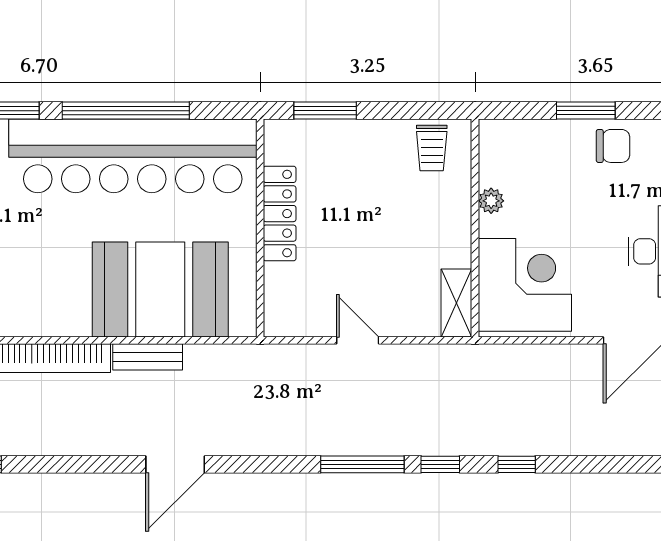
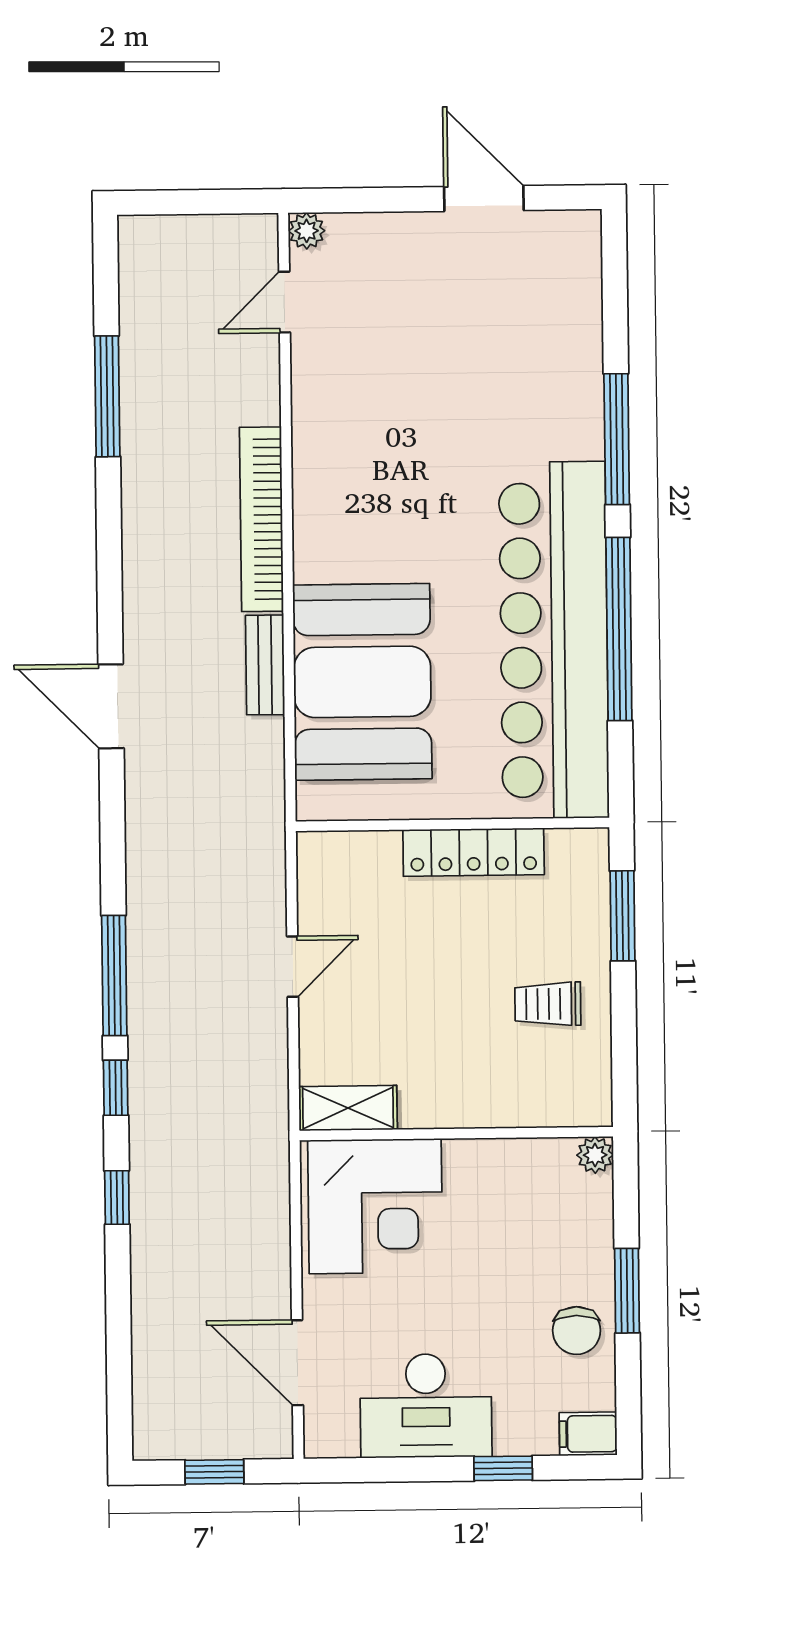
trolley: (432, 148) -> (548, 1004), moved
plant: (491, 201) -> (595, 1155), moved

